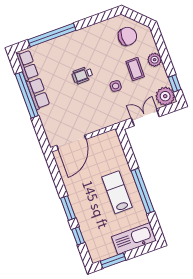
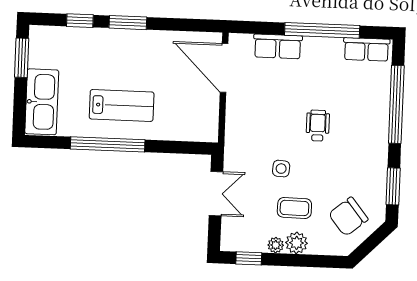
window: (100, 18) -> (393, 186), added
chair: (127, 36) -> (348, 217), turned 51
row of seats: (38, 93) -> (278, 46), moved
plant: (165, 96) -> (276, 245), moved, width x0.53, depth x0.53

